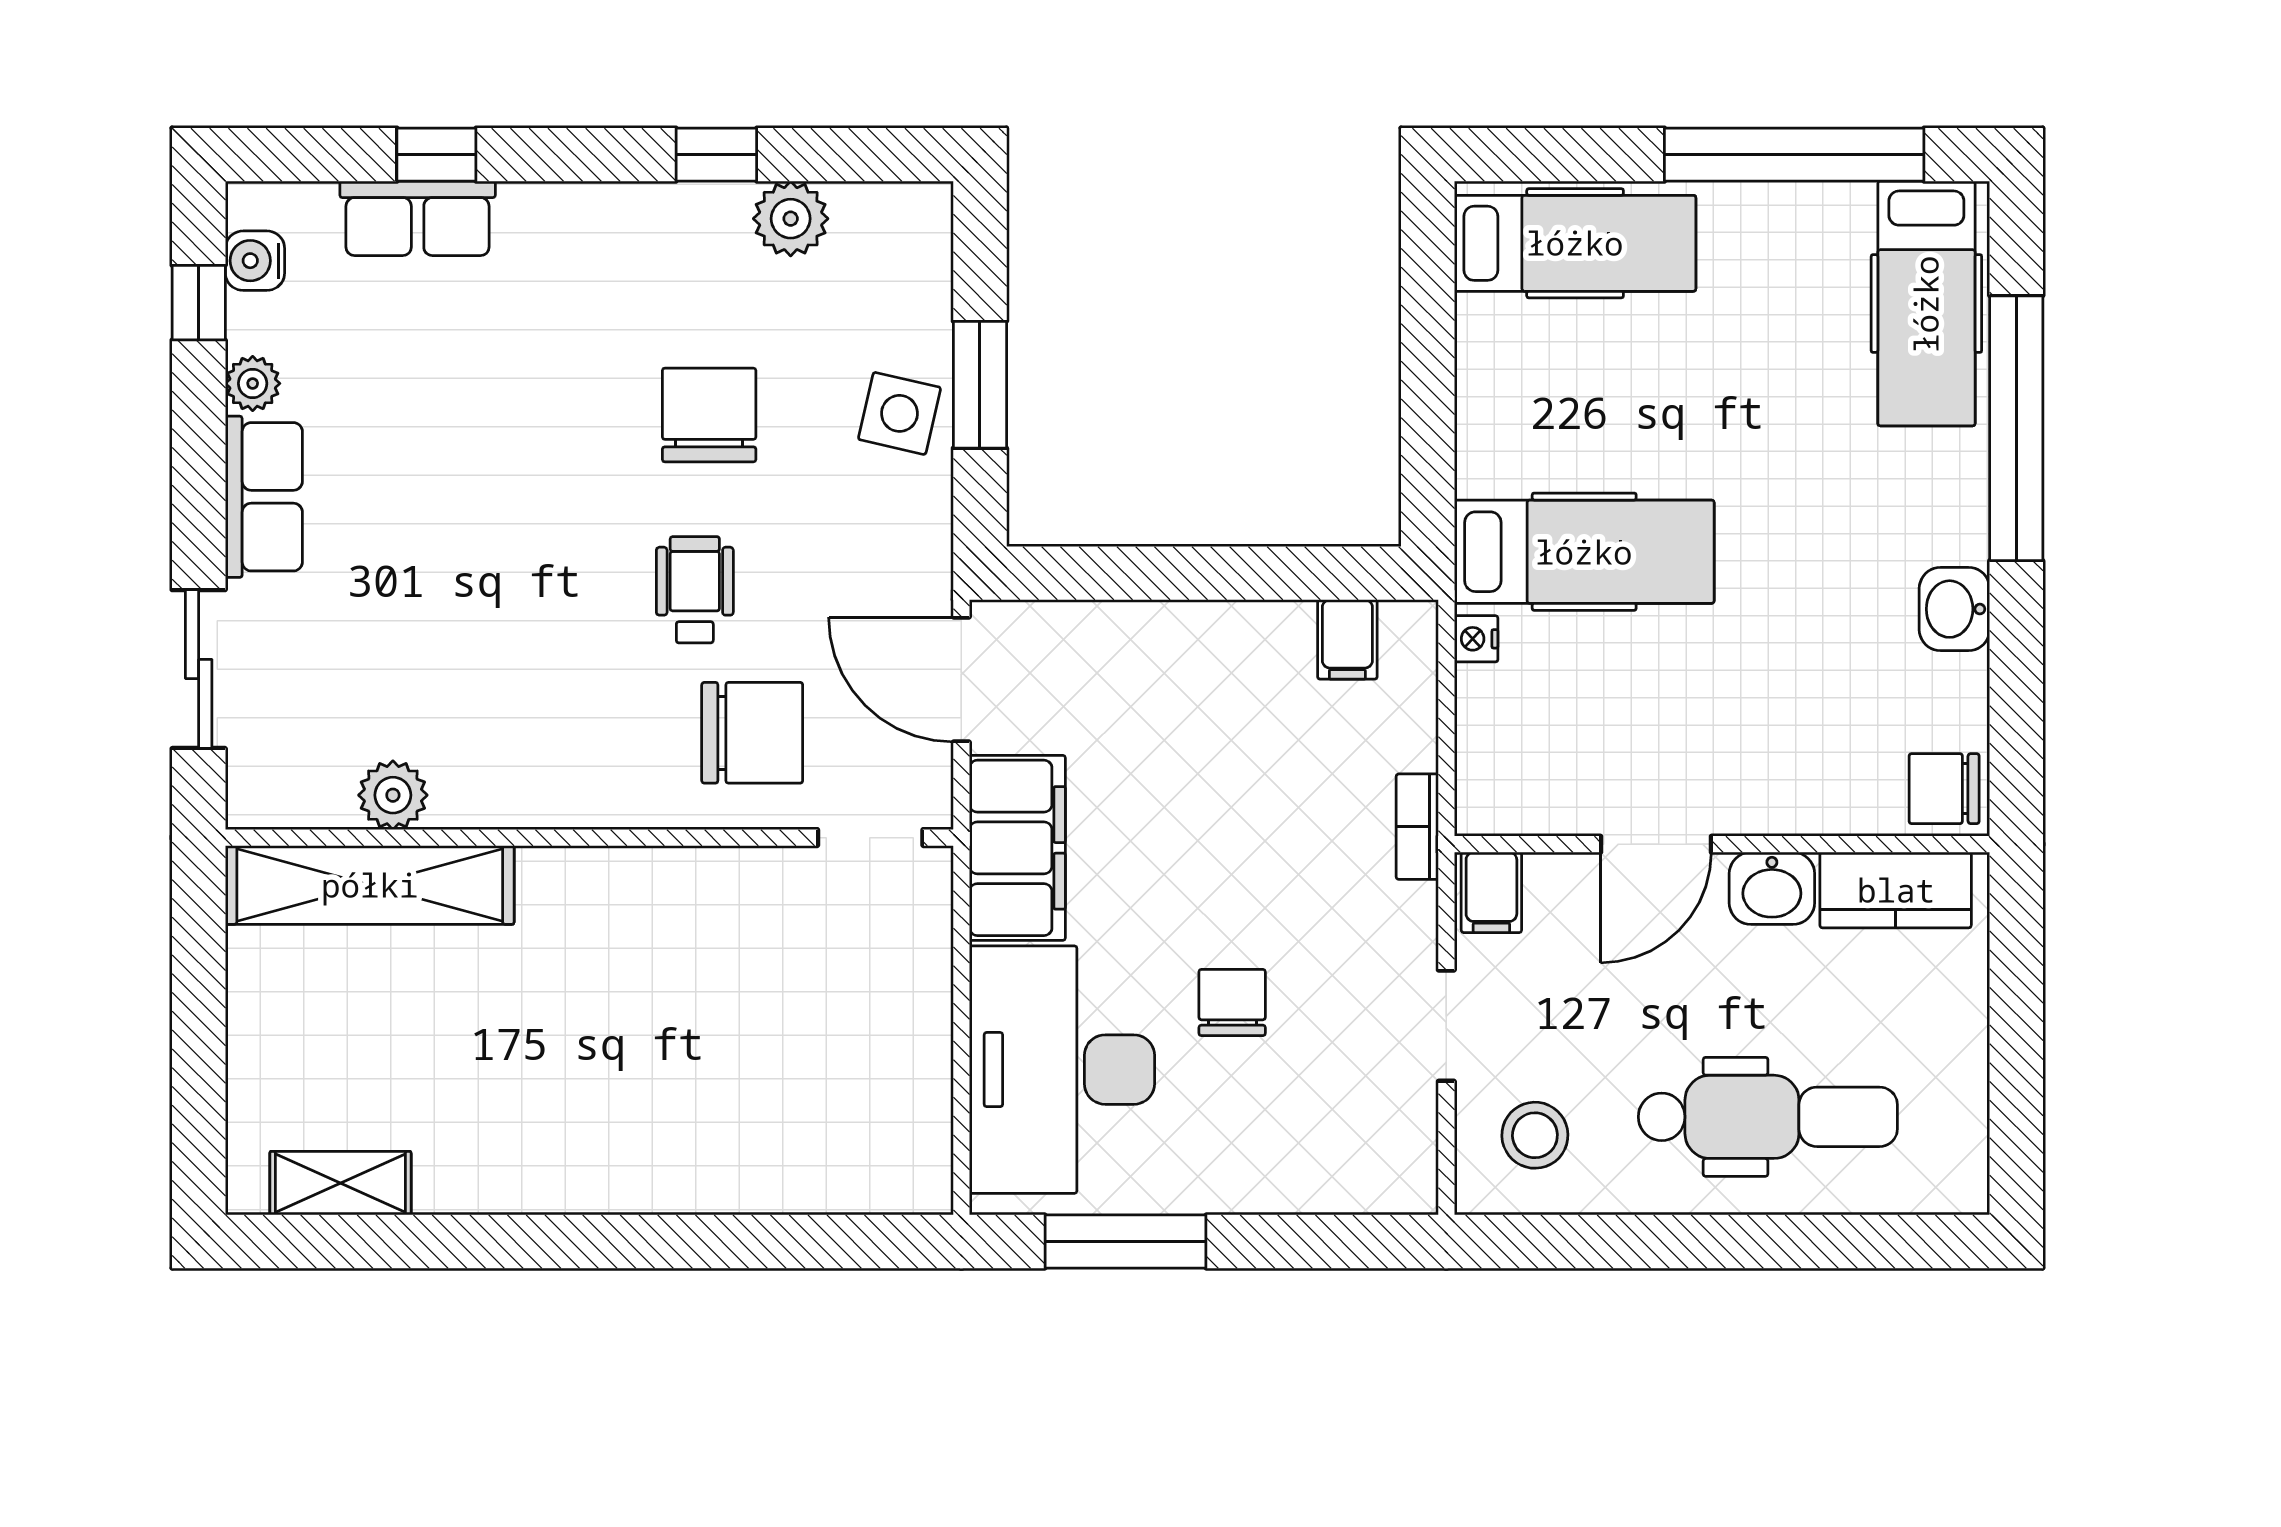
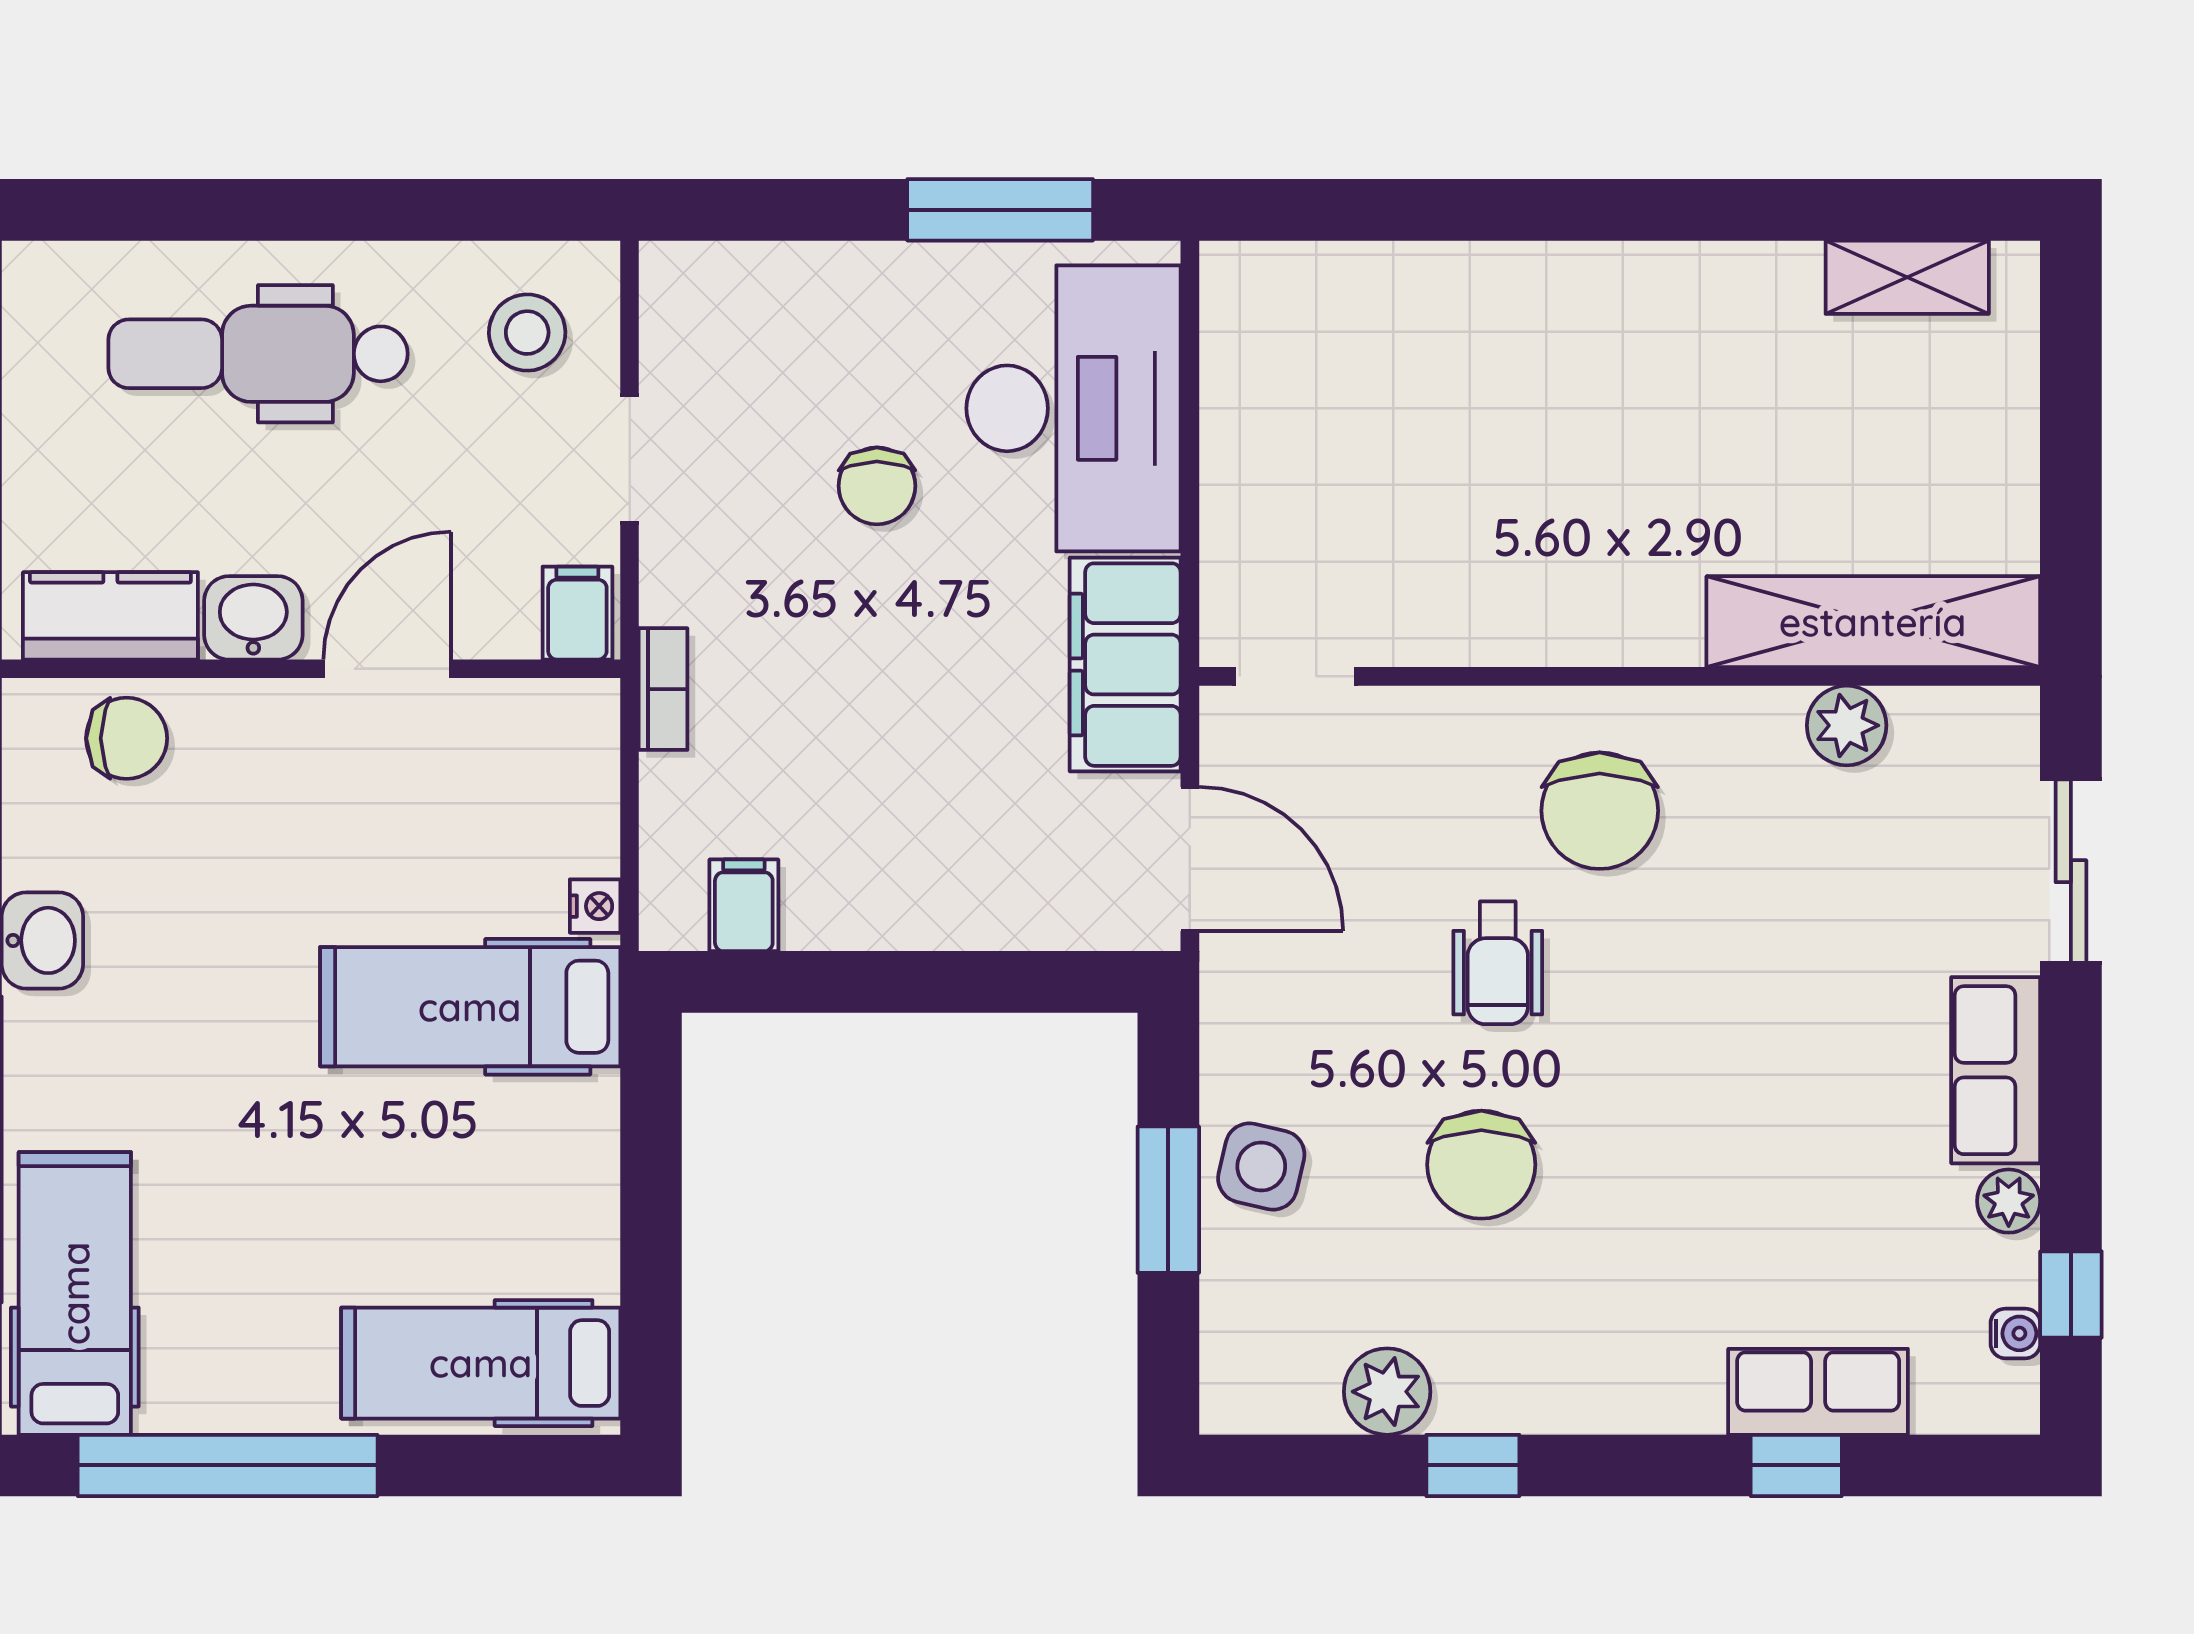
water cooler: (255, 261) -> (2015, 1333), width x0.72, depth x0.72
chair: (752, 733) -> (1600, 811), moved, turned -90
chair: (1944, 789) -> (127, 738), moved

